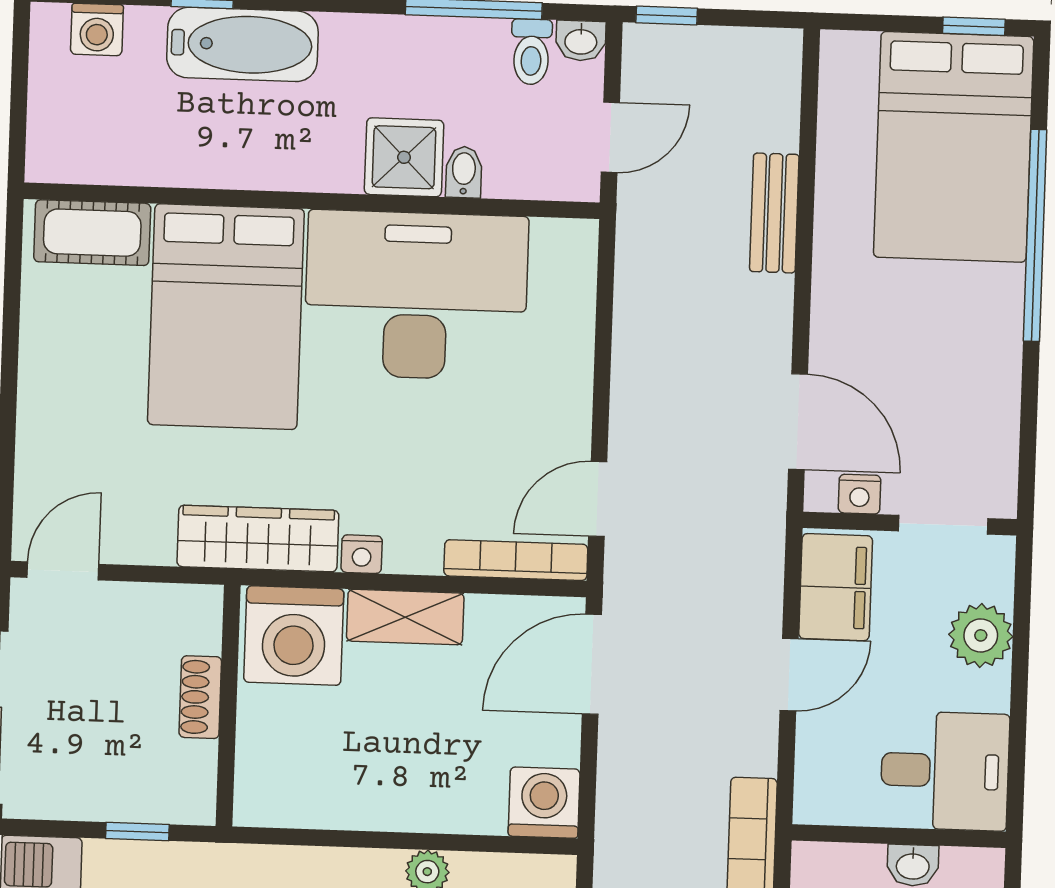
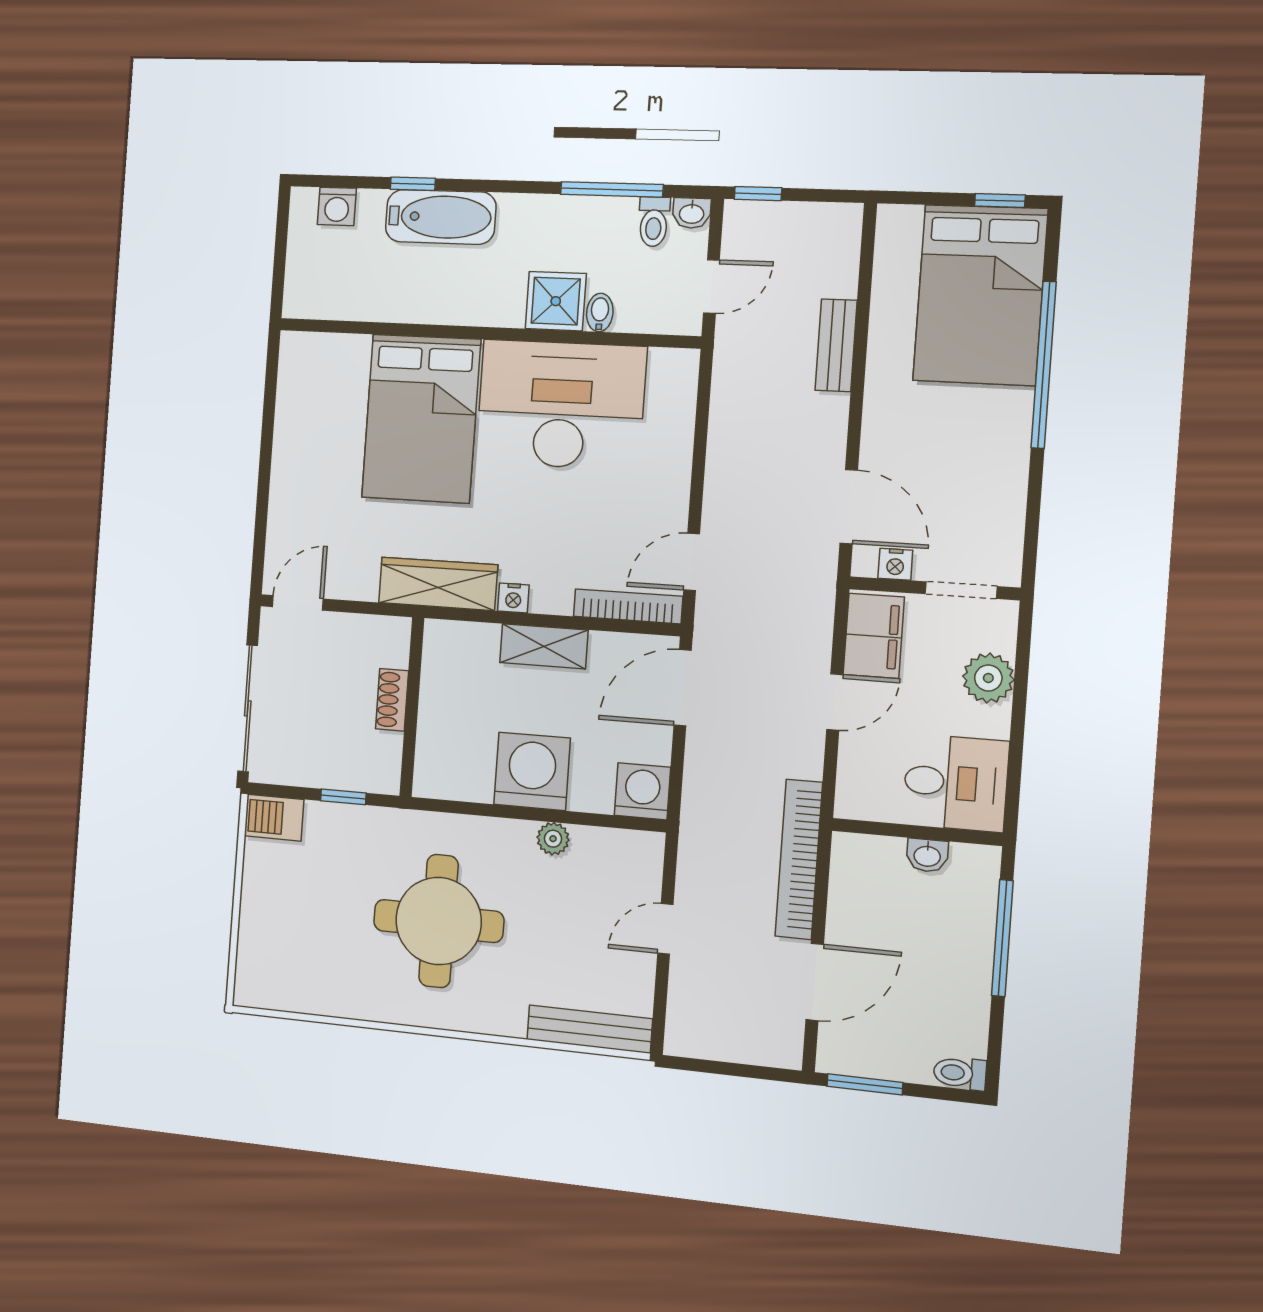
cot: (92, 233) -> (328, 355), removed
washing machine: (294, 636) -> (532, 771), moved, turned 180

